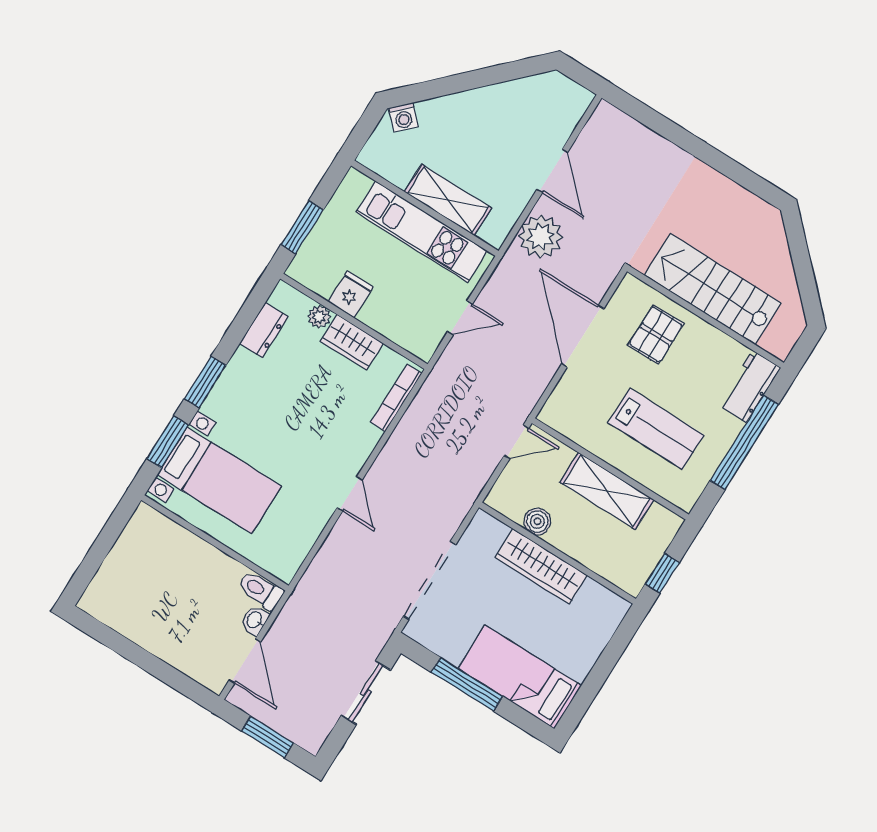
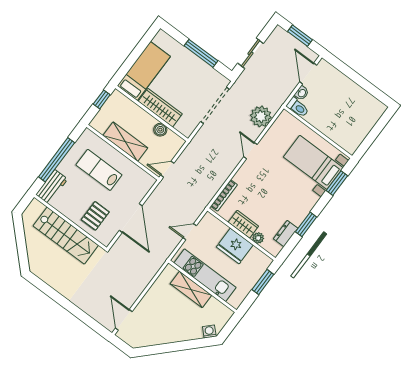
door: (552, 171) -> (124, 320), moved
plant: (541, 237) -> (261, 116), moved
fridge: (351, 294) -> (235, 246), width x1.88, depth x1.34
window: (205, 382) -> (306, 224), moved
bed: (520, 677) -> (144, 71), moved, turned -90

